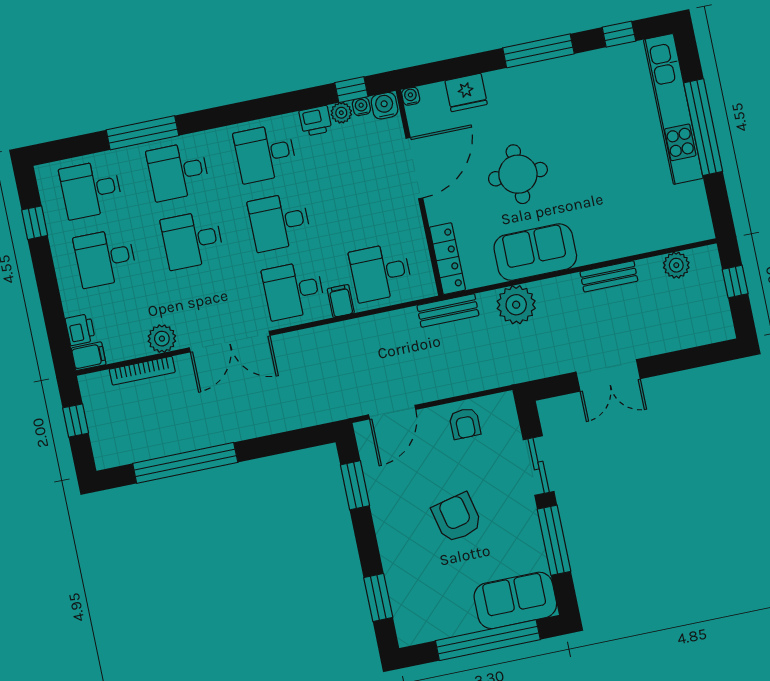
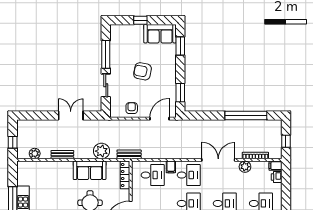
armchair: (457, 518) -> (143, 71), turned 114
sofa: (515, 600) -> (160, 34), moved
window: (488, 640) -> (140, 20), width x0.32

